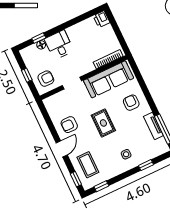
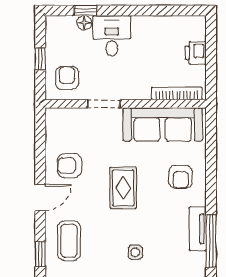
printer: (102, 19) -> (196, 53), moved
armchair: (46, 79) -> (67, 78), turned -90
armchair: (131, 103) -> (181, 177), turned 180

